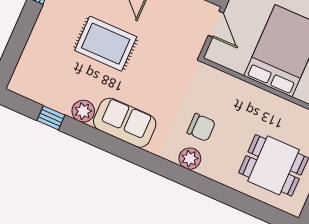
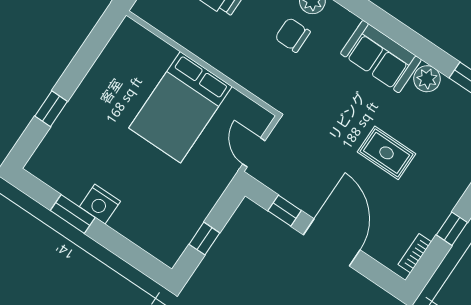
rug: (106, 44) -> (386, 153), width x0.73, depth x0.70

